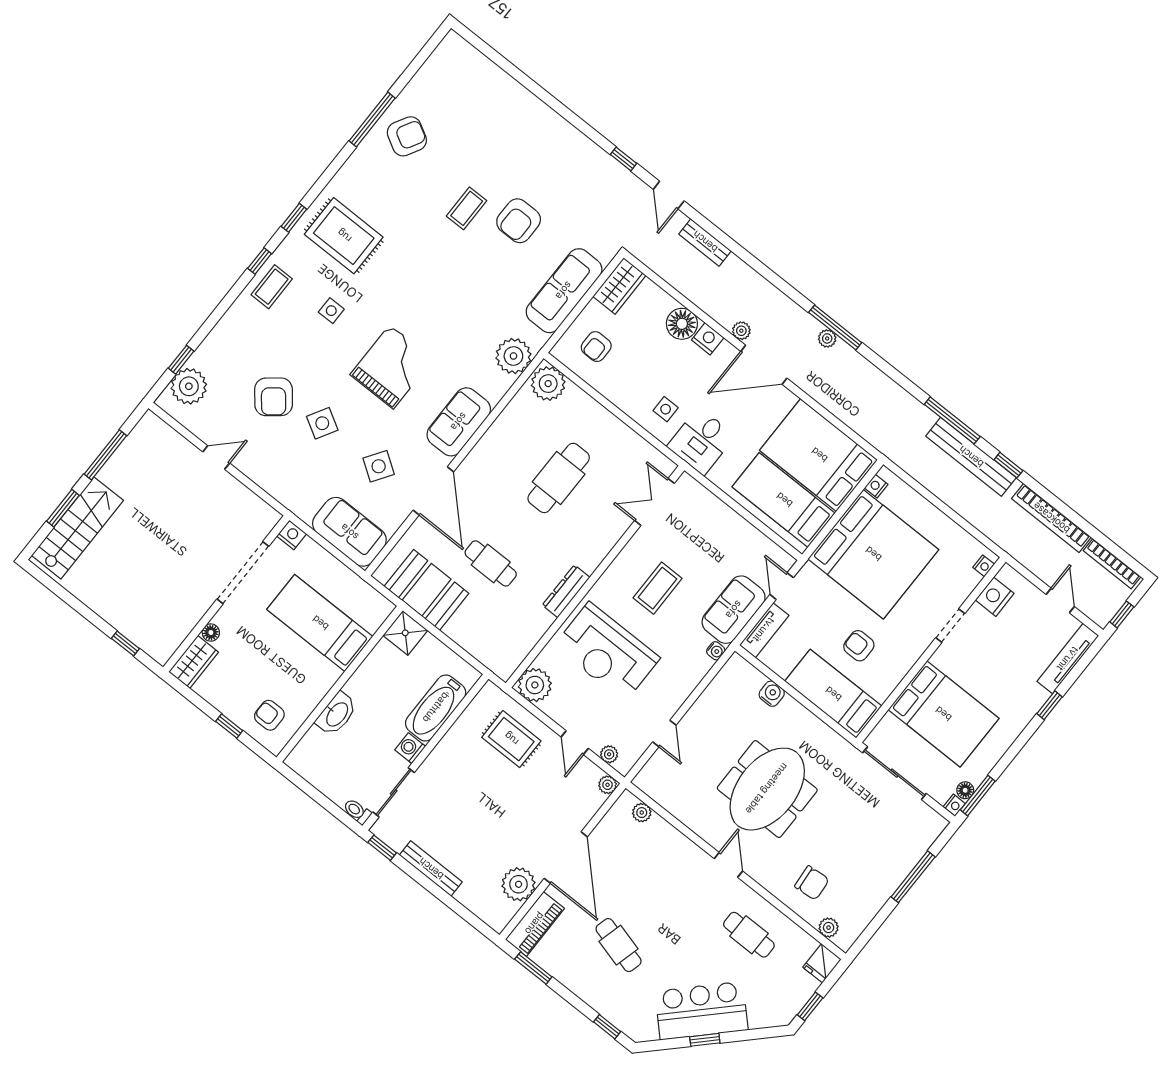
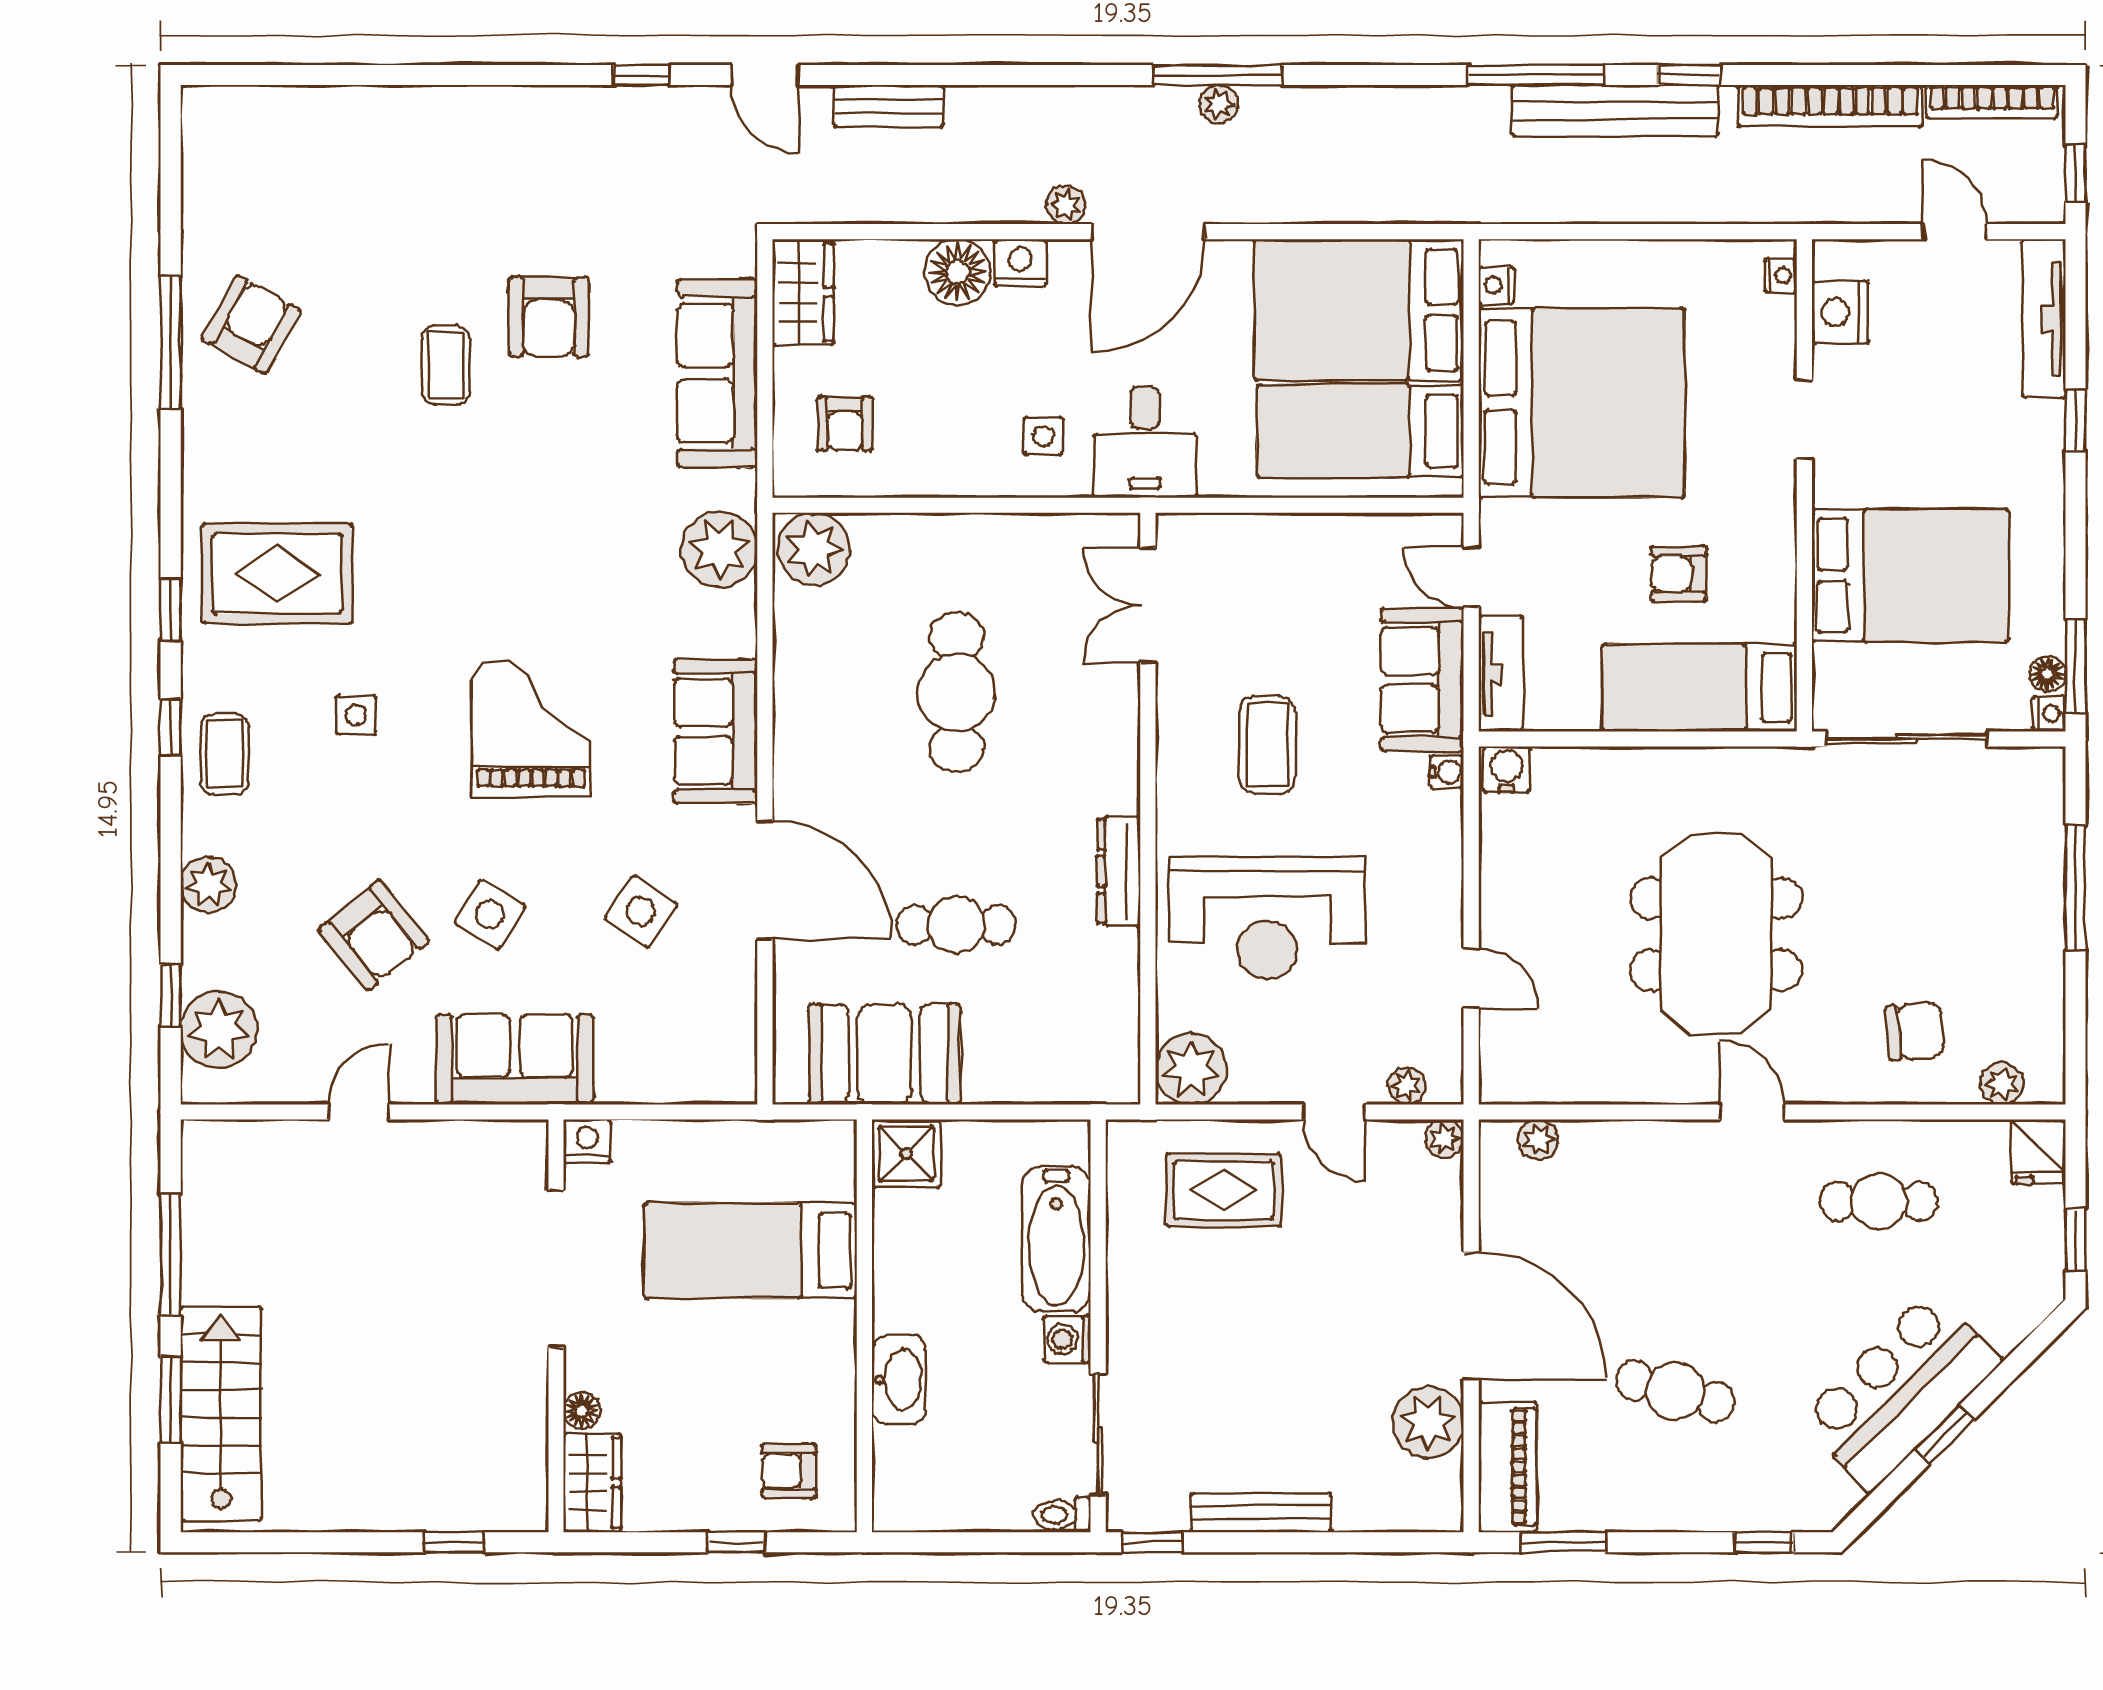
plant: (227, 330) -> (208, 885), added
sofa: (349, 532) -> (515, 1059), moved
water cooler: (772, 694) -> (1507, 769), moved

